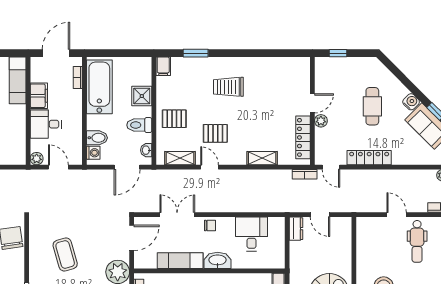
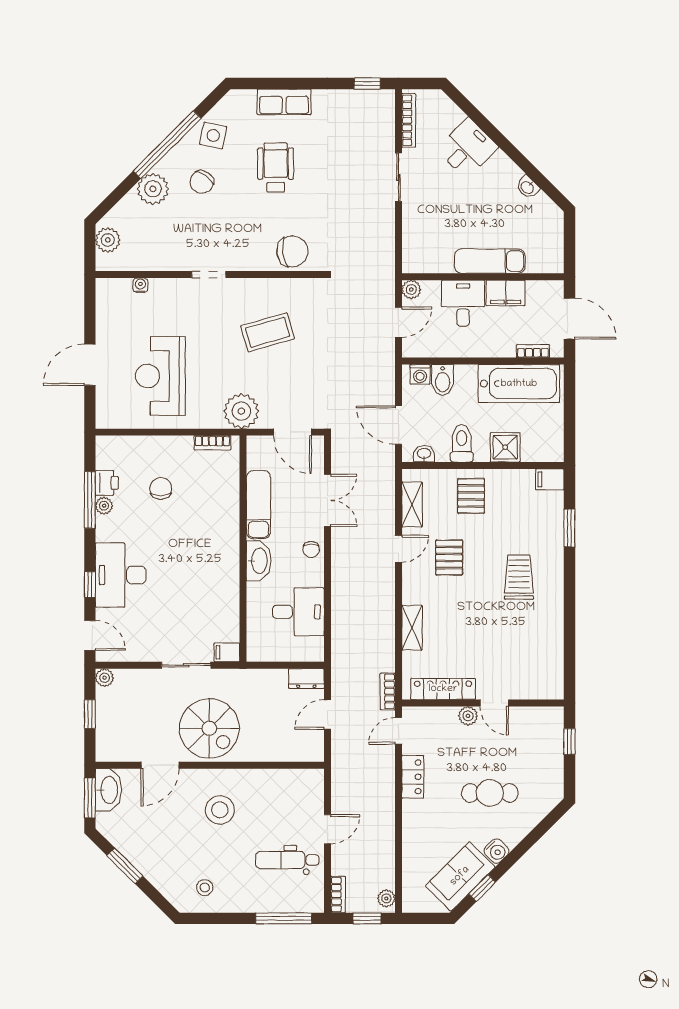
exam couch: (18, 80) -> (490, 261), moved
locker: (369, 158) -> (413, 777), width x0.66

